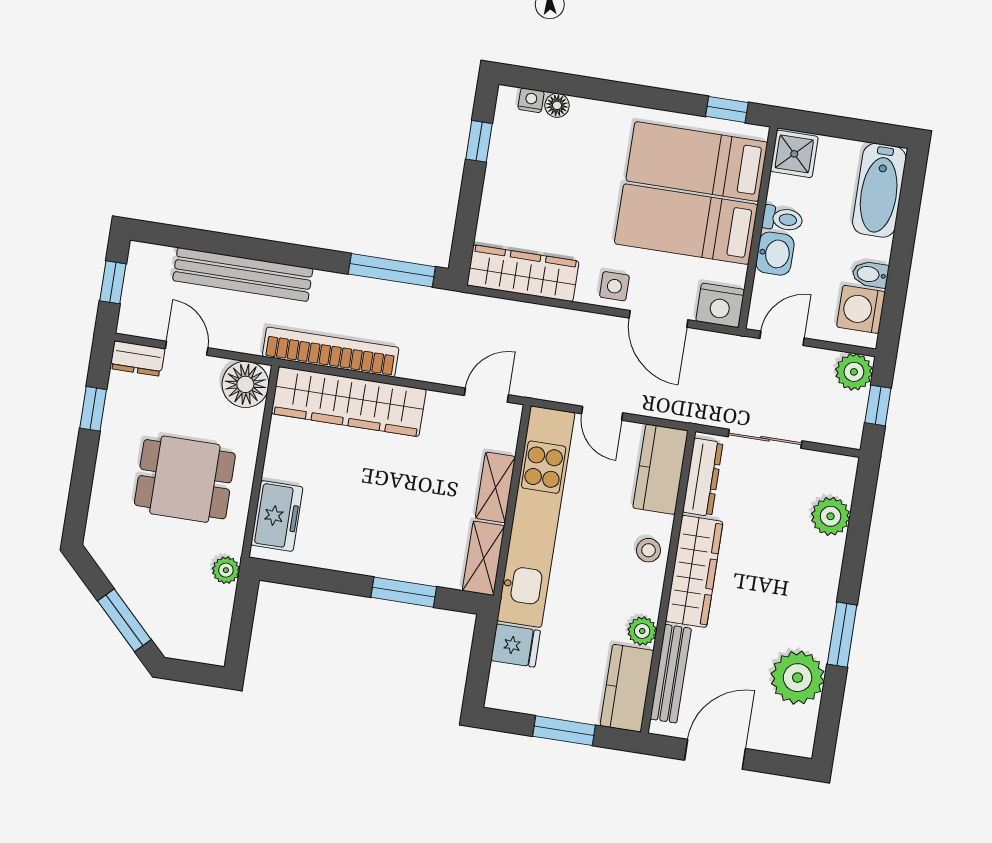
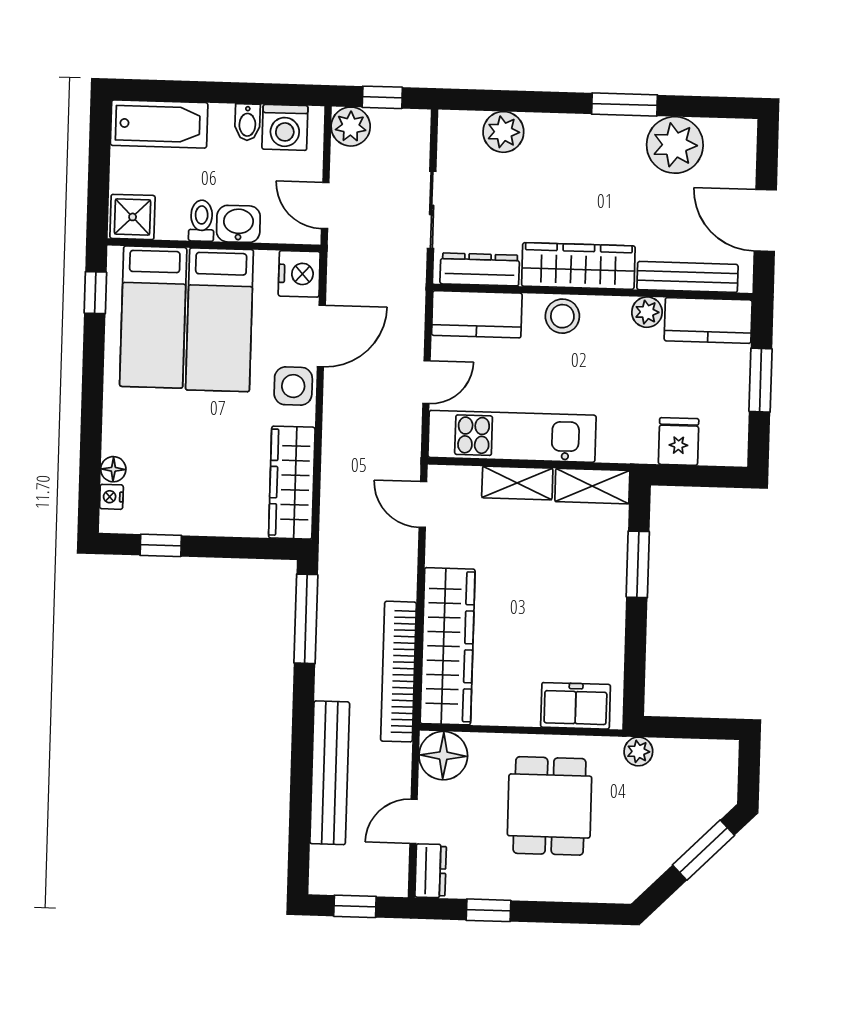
side table: (614, 286) -> (293, 386), width x1.37, depth x1.37
kitchen unit: (536, 517) -> (512, 436), width x0.73
stool: (648, 550) -> (562, 316), width x1.37, depth x1.37

